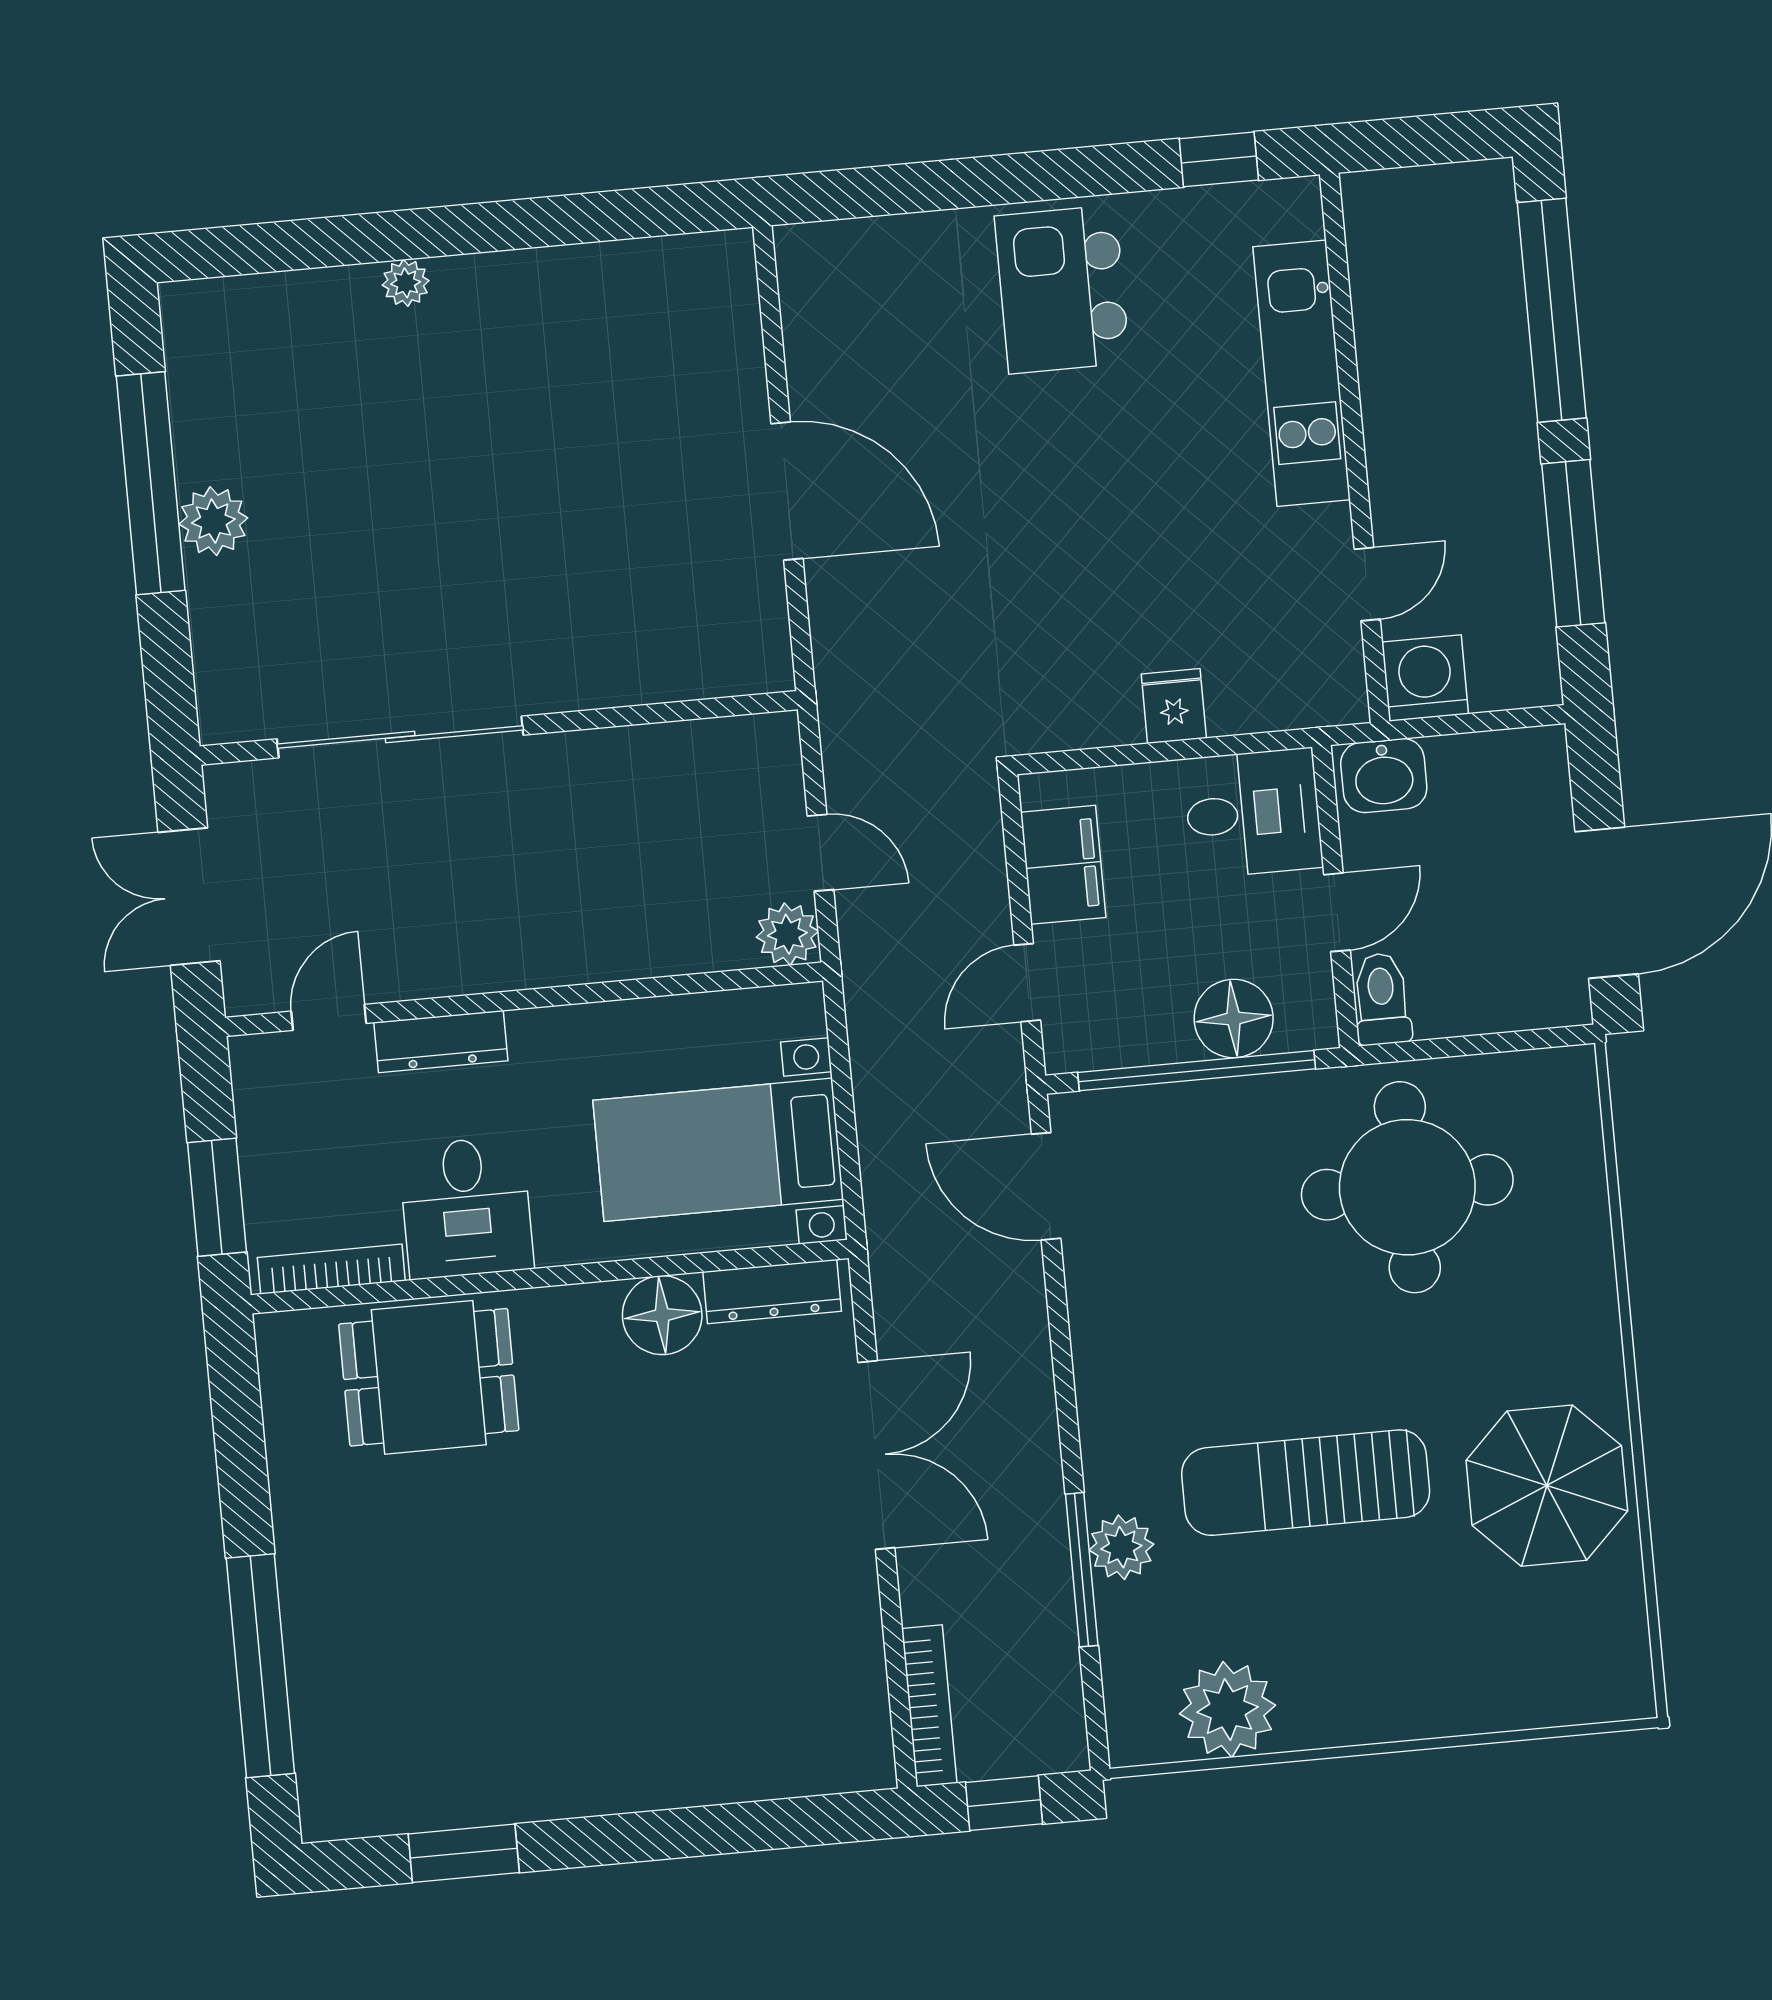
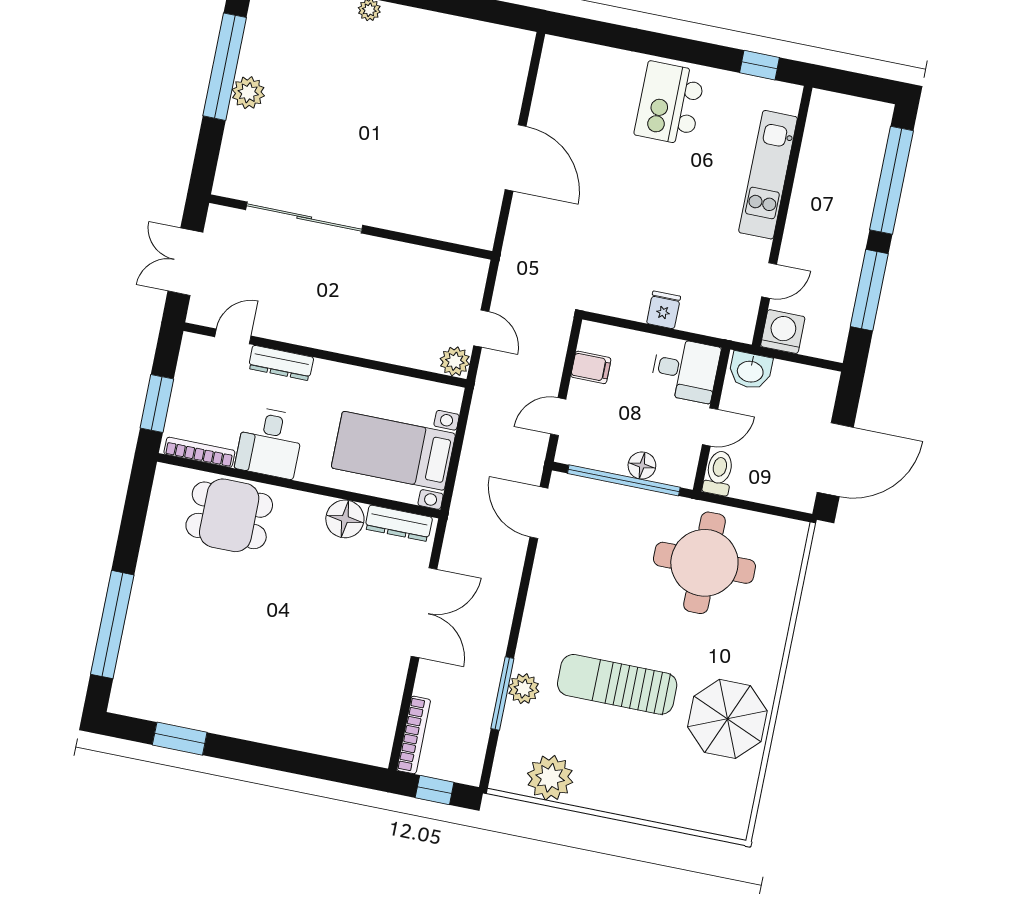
filing cabinet: (1063, 865) -> (591, 367), width x0.50
floor lamp: (1234, 1019) -> (642, 466), width x0.73, depth x0.73

